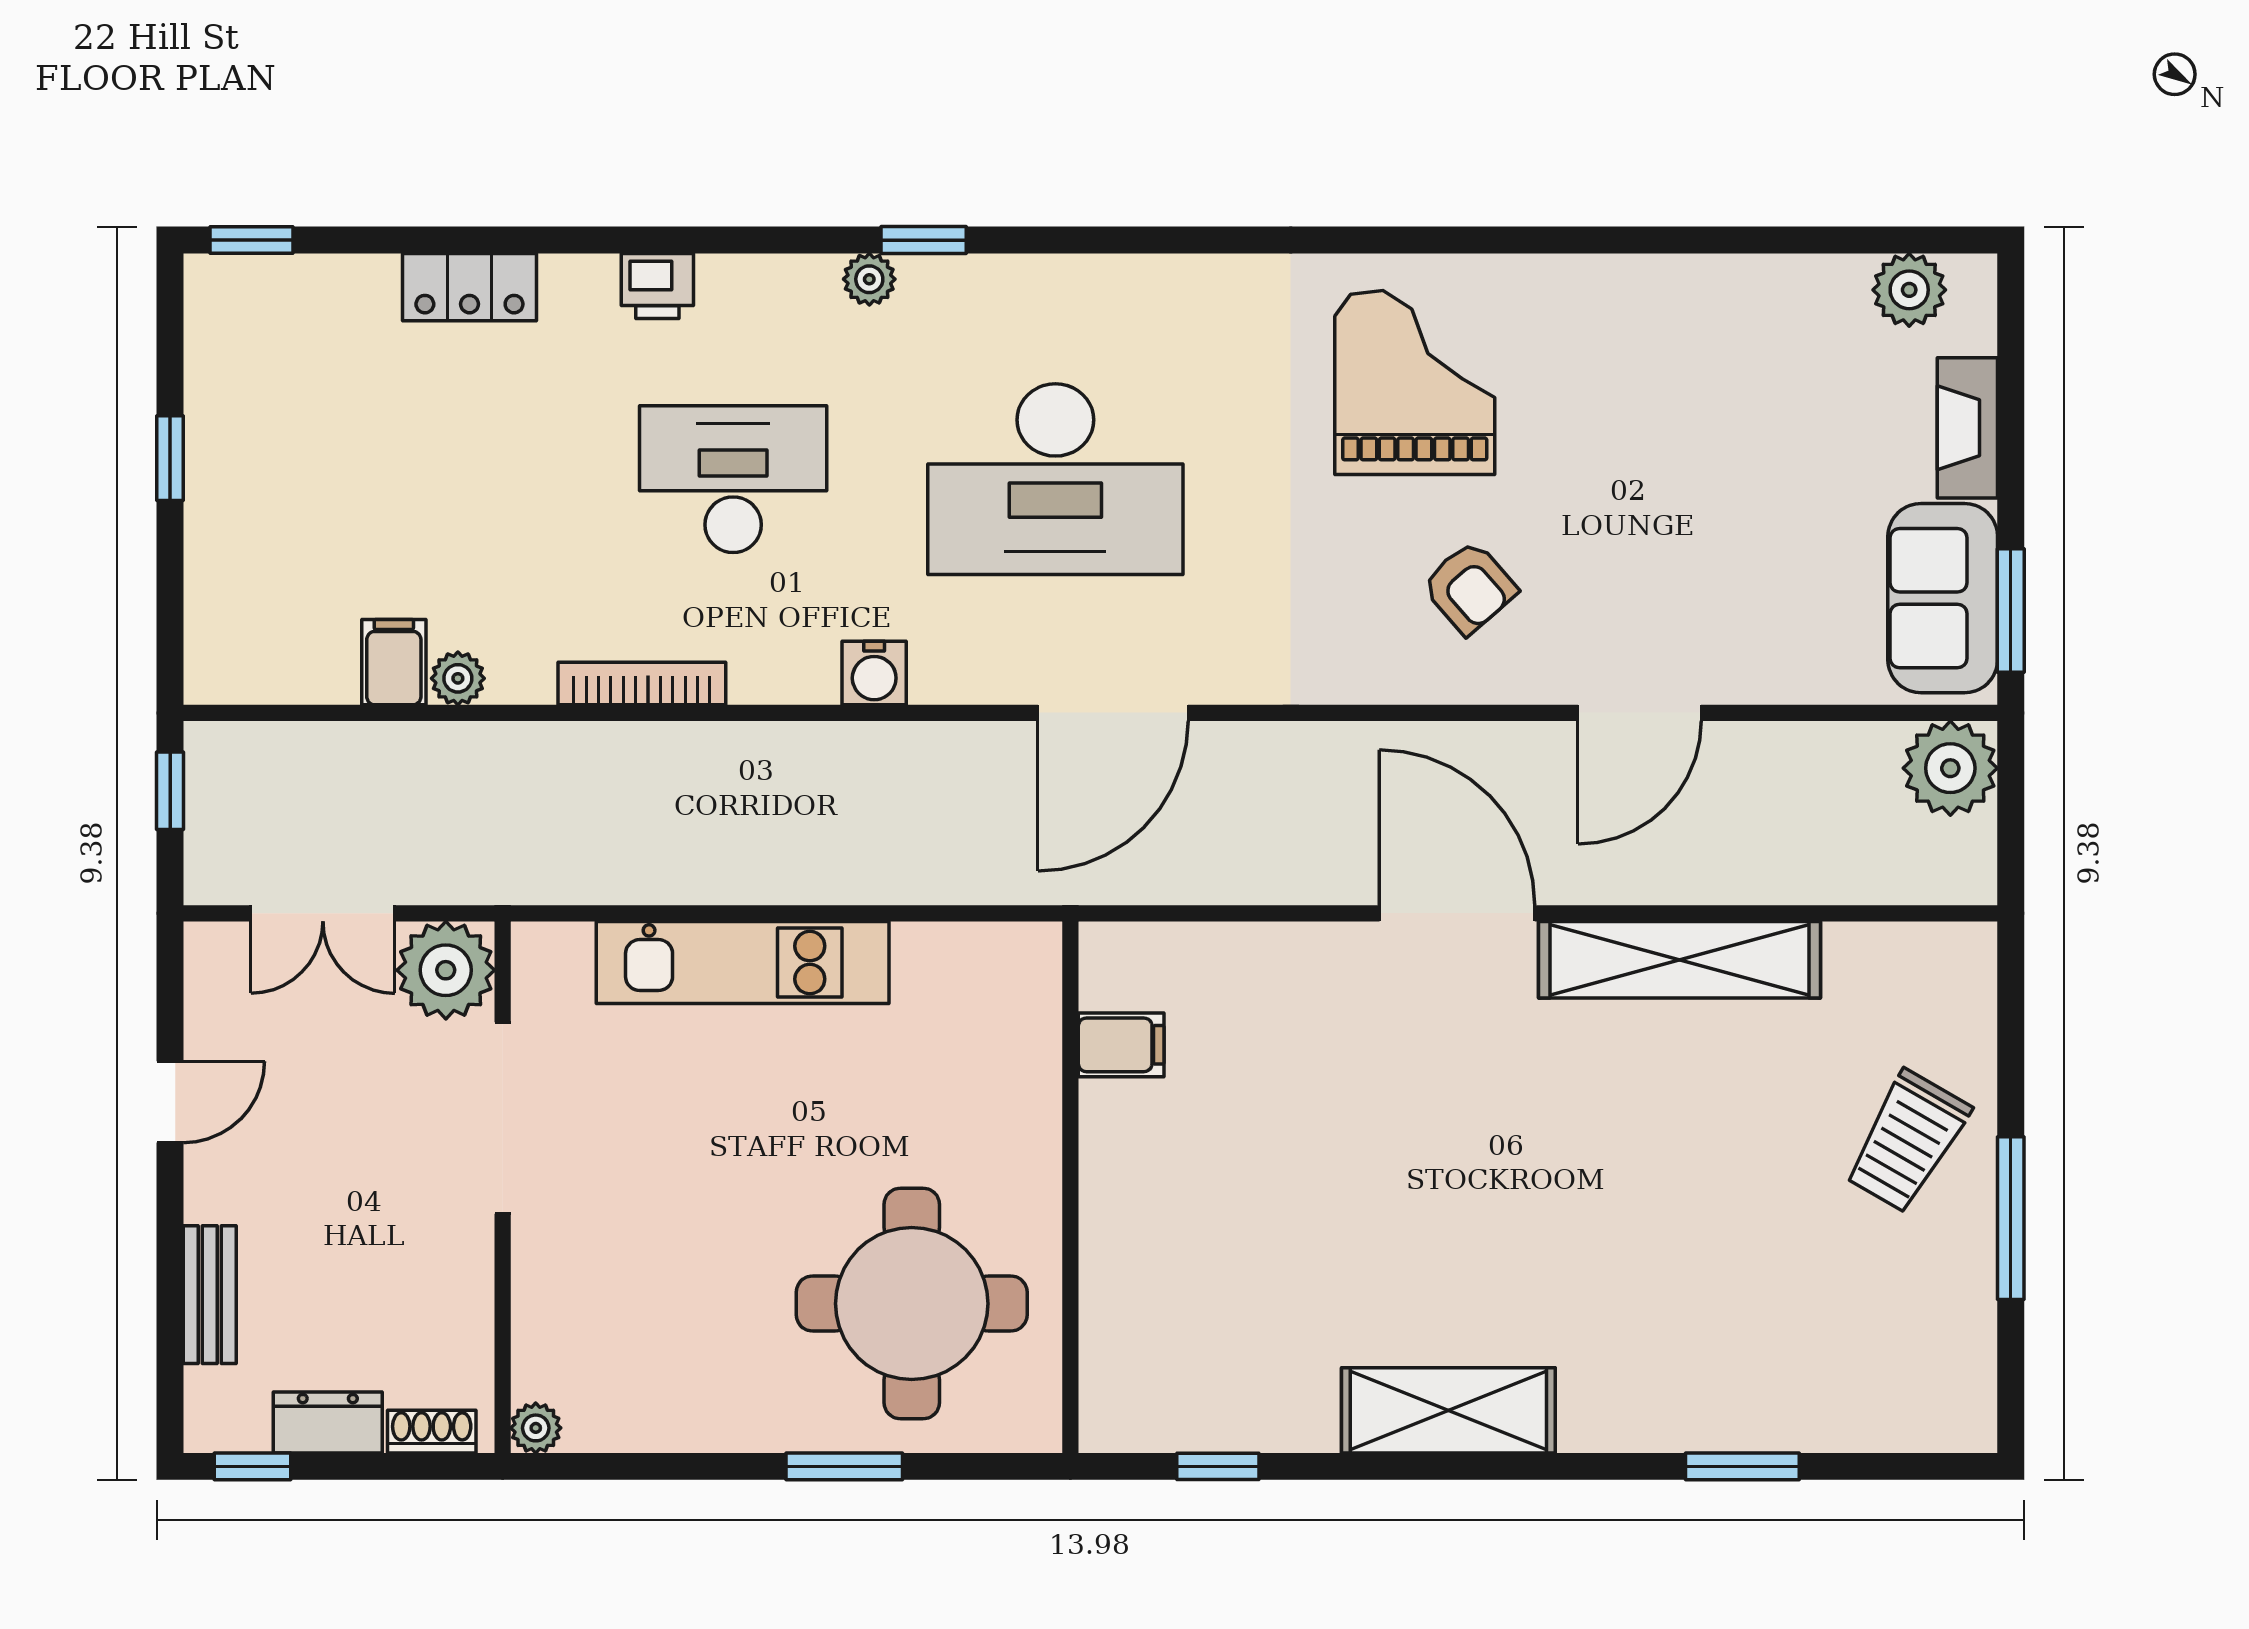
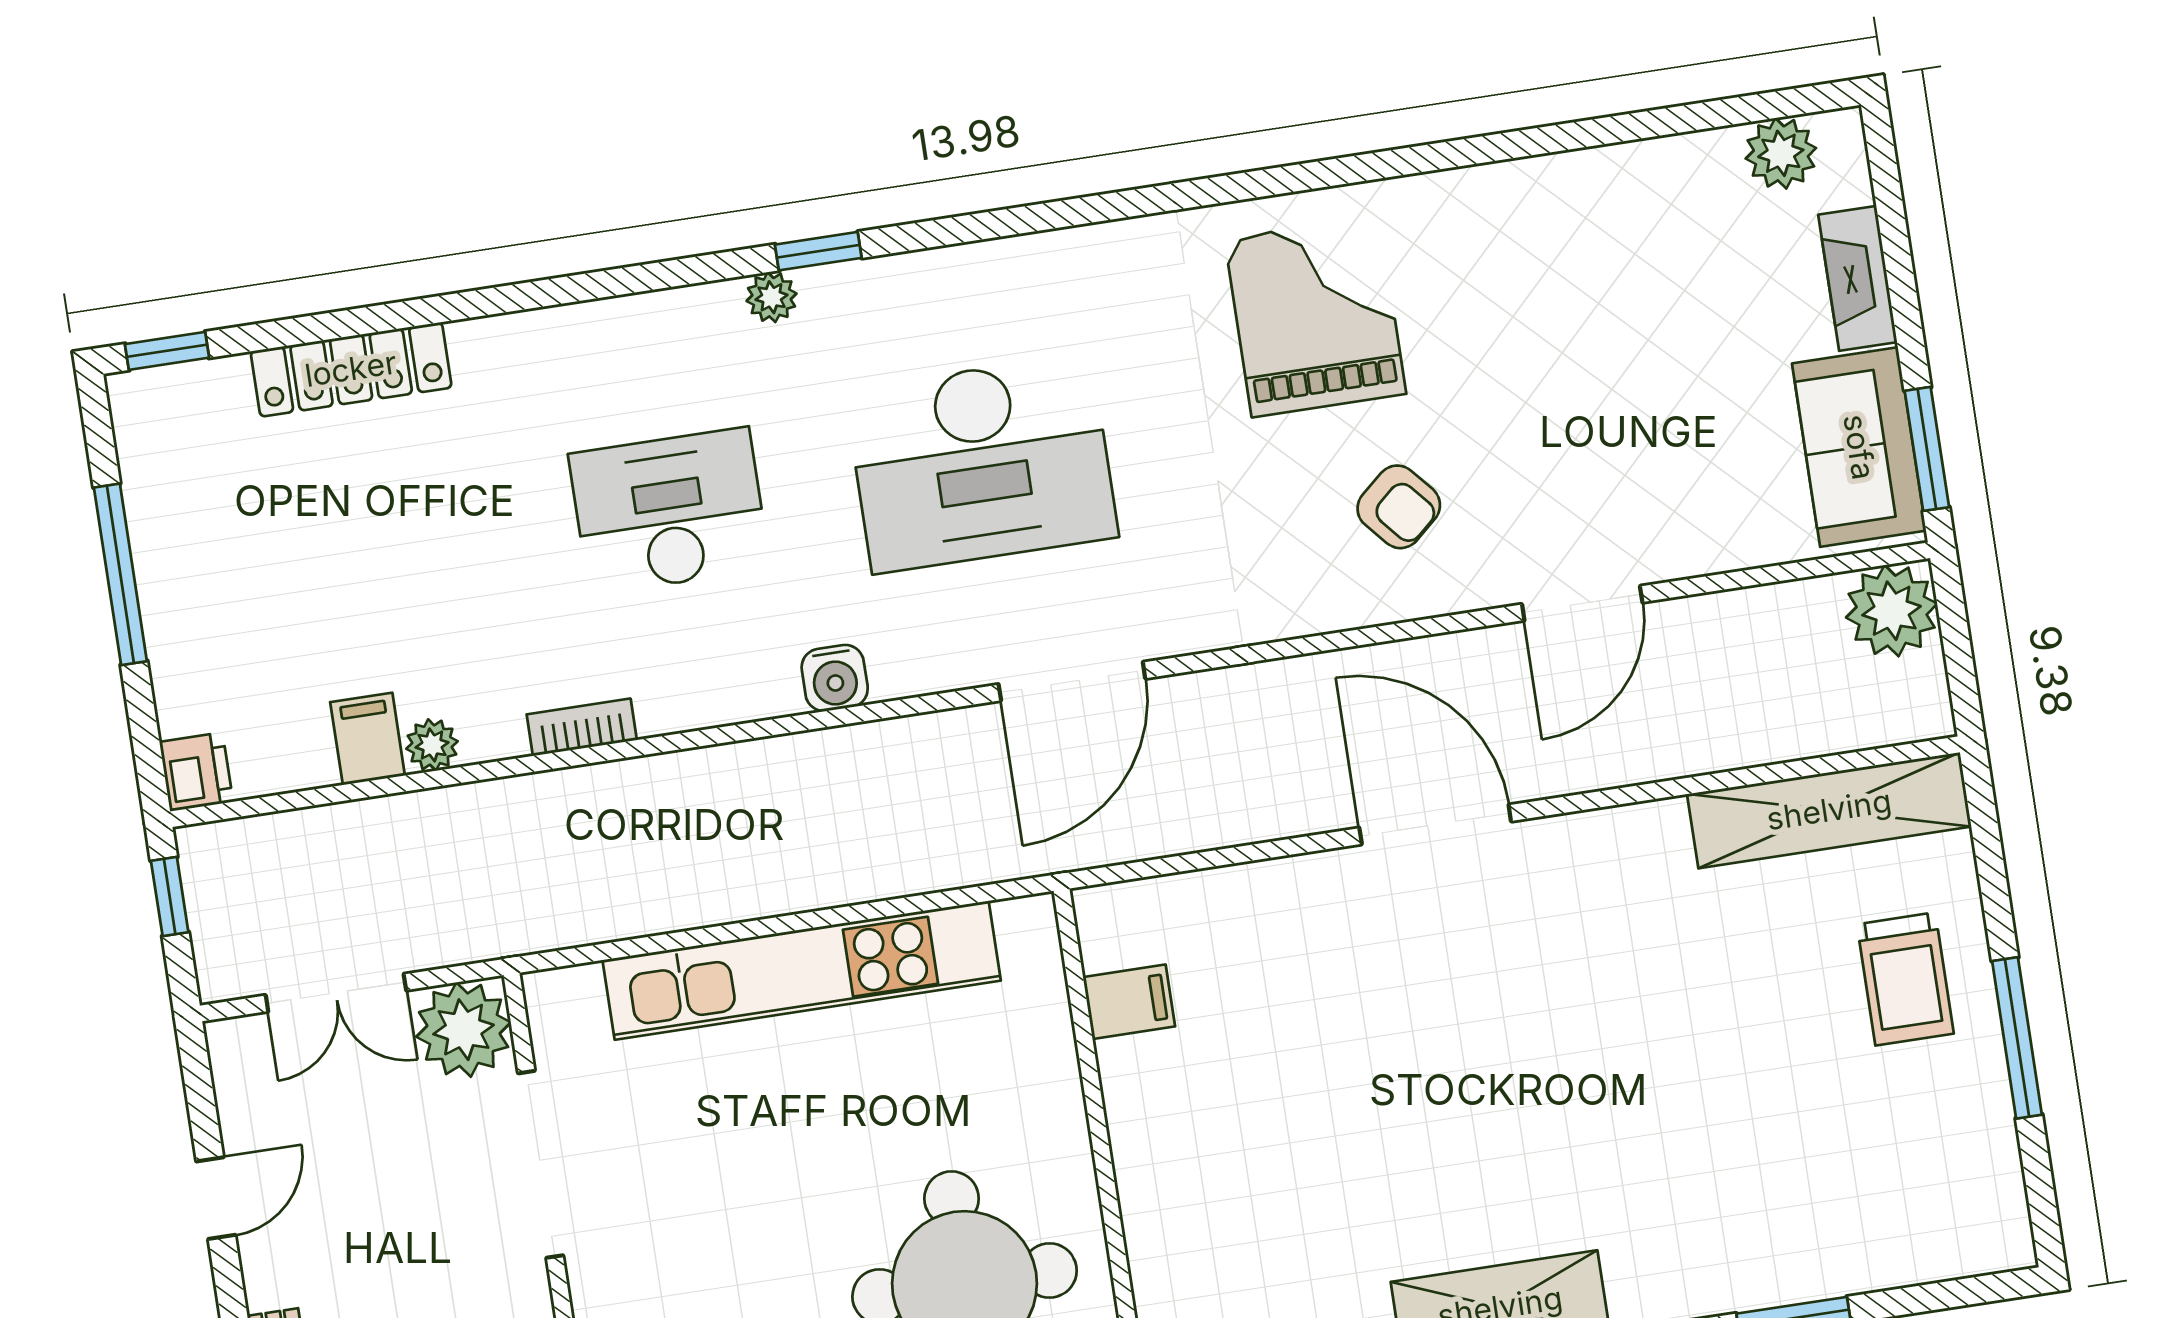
printer: (657, 286) -> (196, 772), moved, turned -90
locker: (469, 287) -> (351, 369), width x1.53
window: (170, 458) -> (120, 574), width x2.17
bookcase: (642, 683) -> (582, 727), width x0.64
shelving: (1680, 960) -> (1829, 810), moved
kitchen unit: (743, 963) -> (802, 970), width x1.36
trolley: (1907, 1142) -> (1905, 979), turned -30

